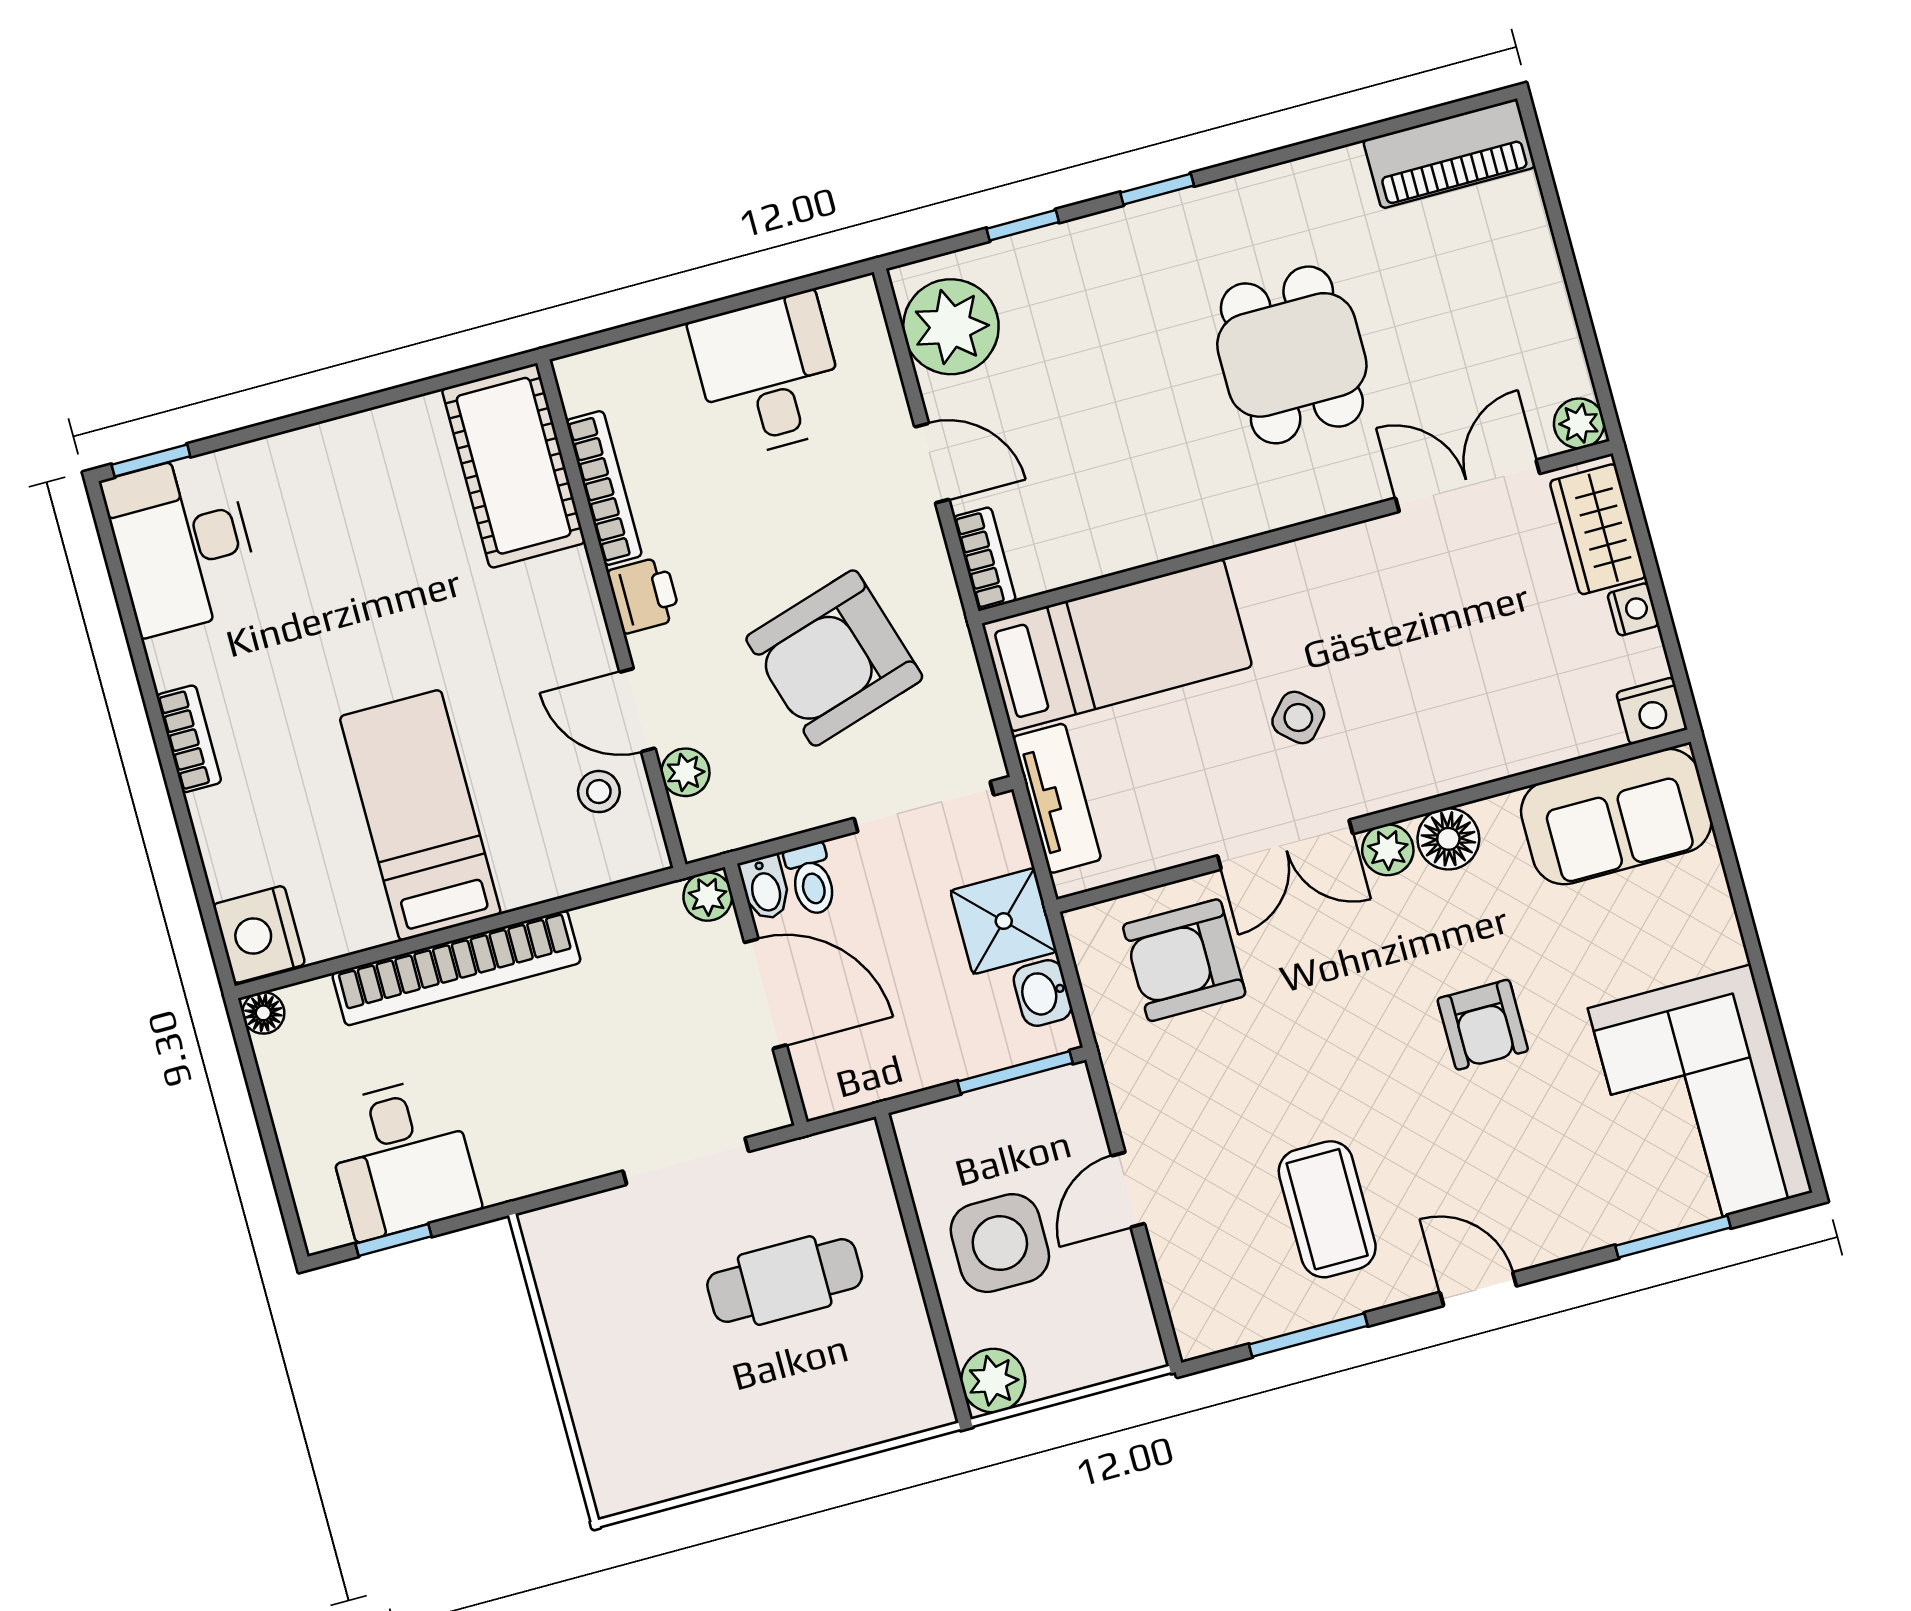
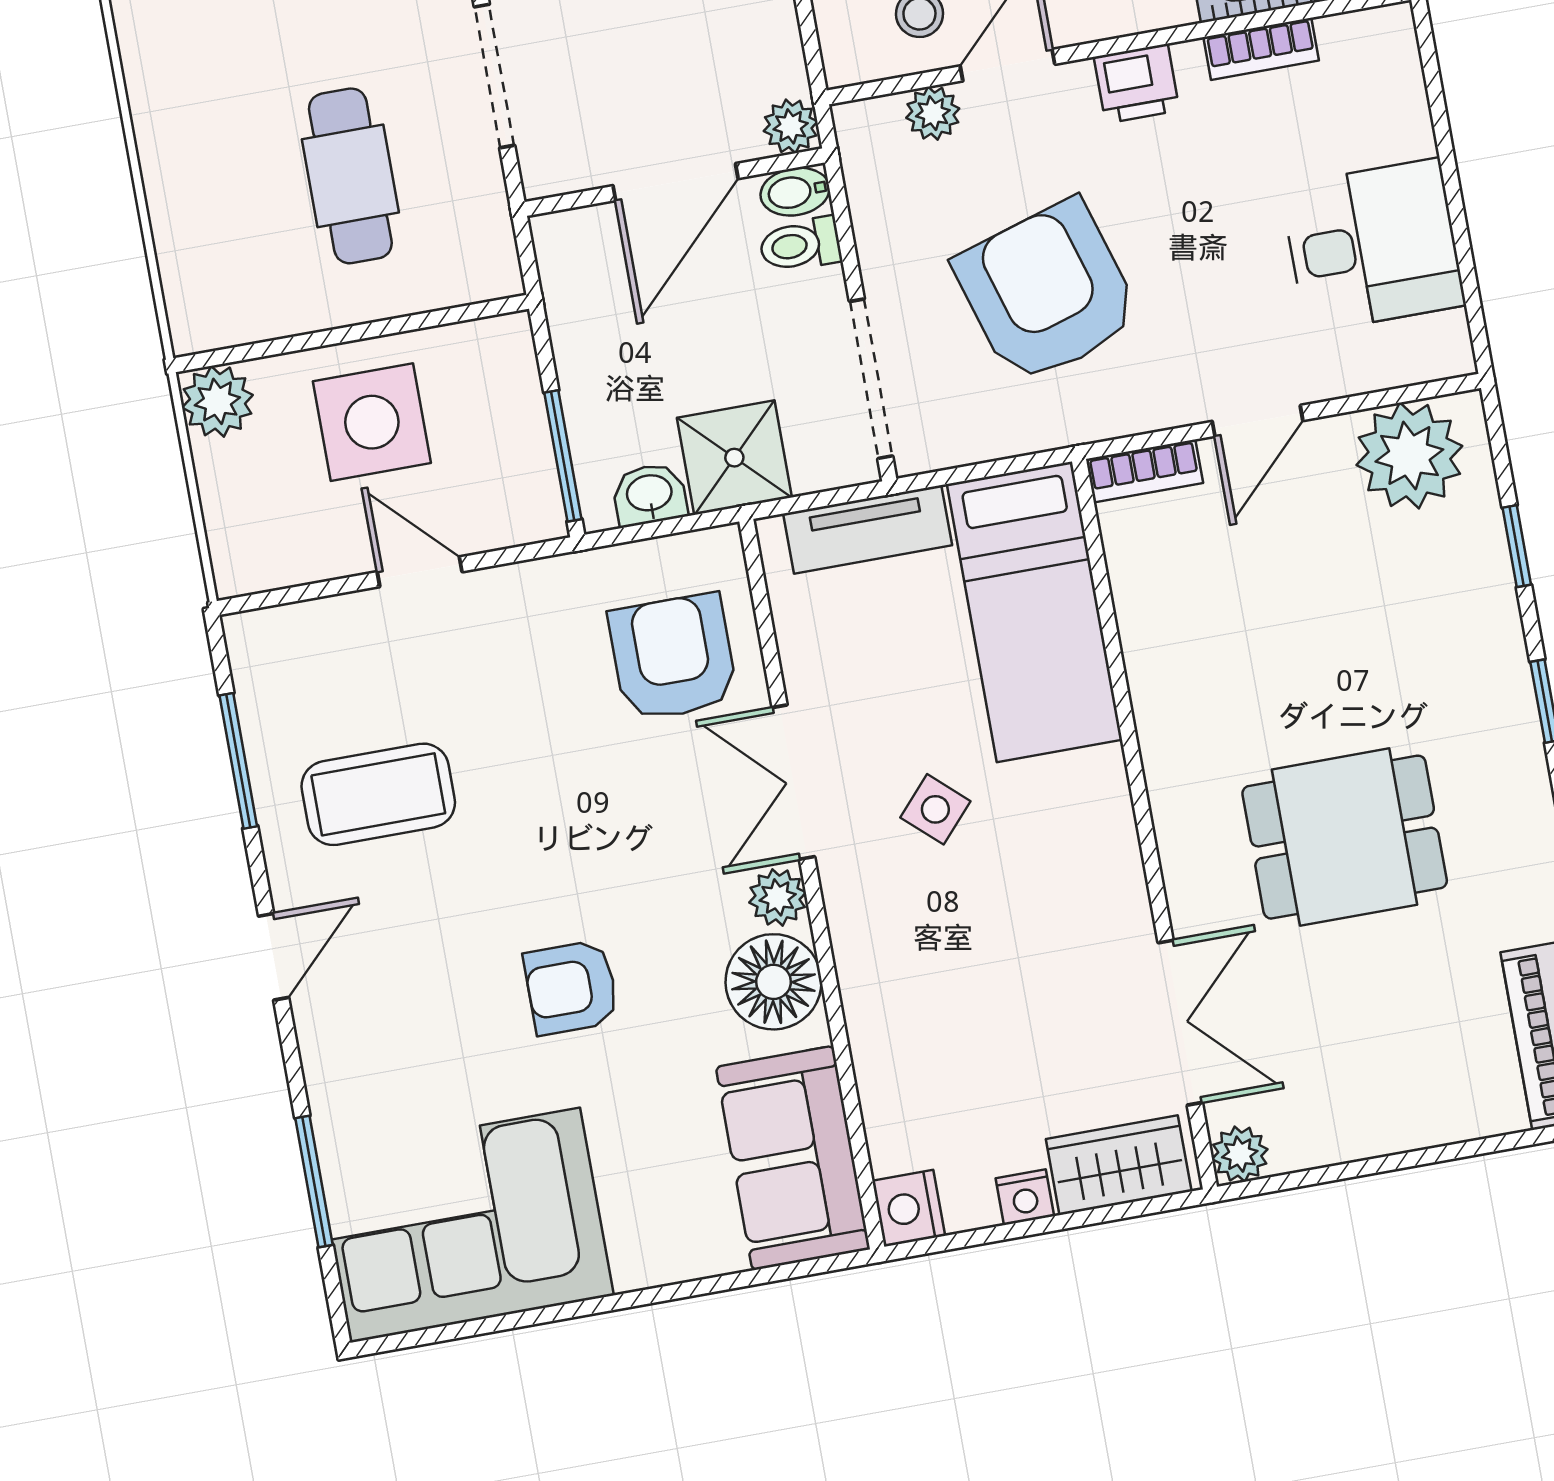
bookcase: (604, 488) -> (1261, 49), width x0.64
floor lamp: (1448, 839) -> (774, 982), width x1.38, depth x1.38

